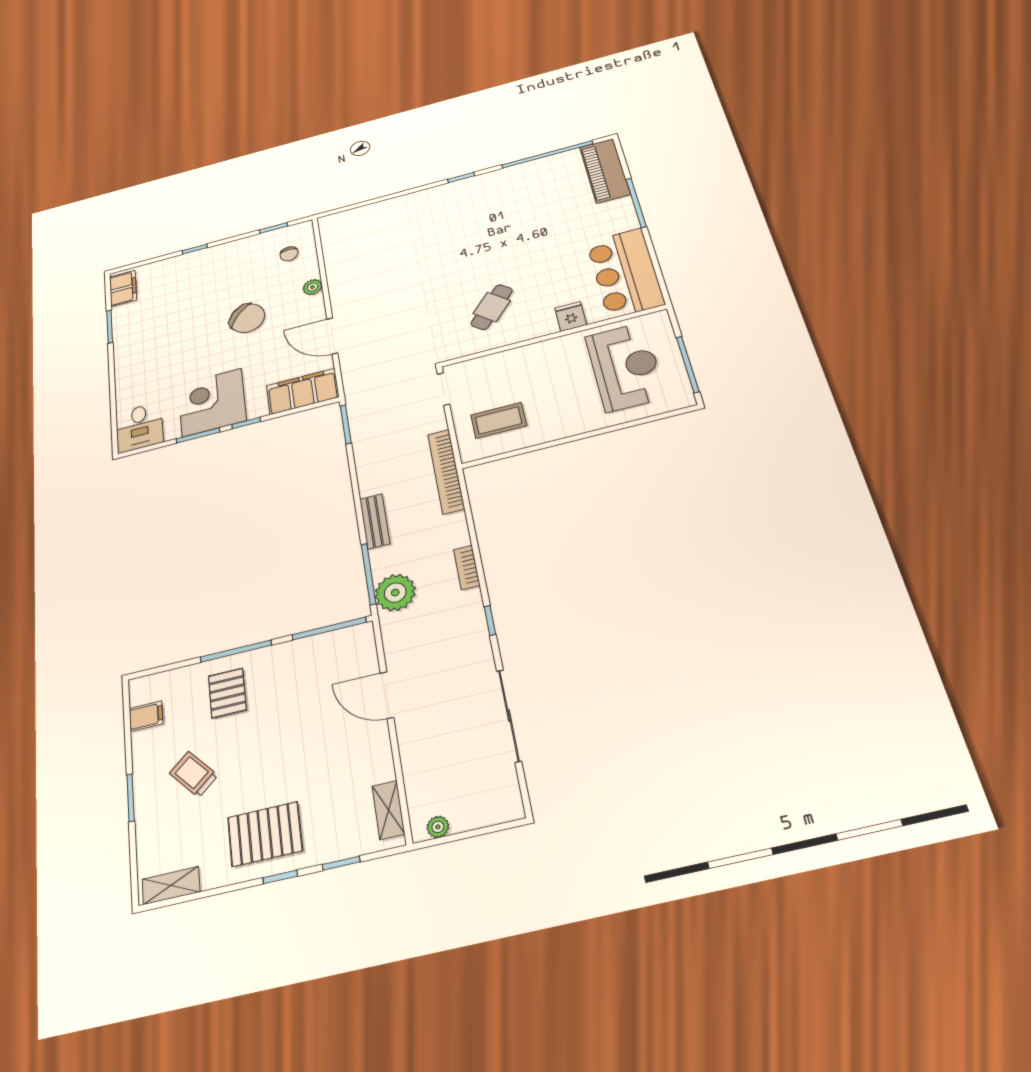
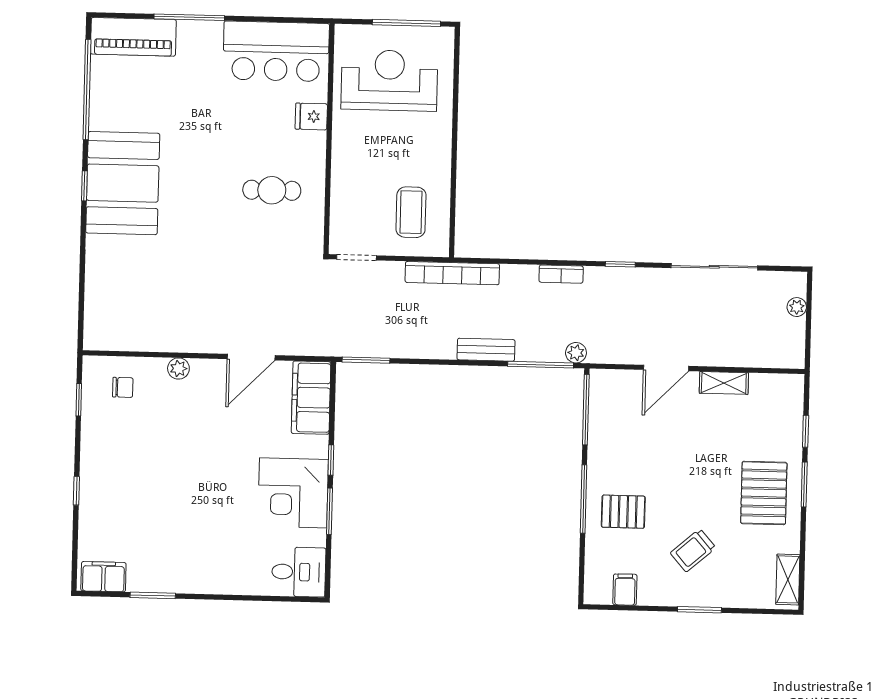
booth: (470, 202) -> (123, 183), added
cafe table: (492, 307) -> (272, 190), turned -41
chair: (247, 318) -> (195, 443), removed
plant: (395, 593) -> (576, 353), width x0.53, depth x0.53
shelving: (388, 810) -> (724, 383), moved
plant: (438, 827) -> (797, 307), moved
window: (280, 877) -> (804, 484), width x1.50

